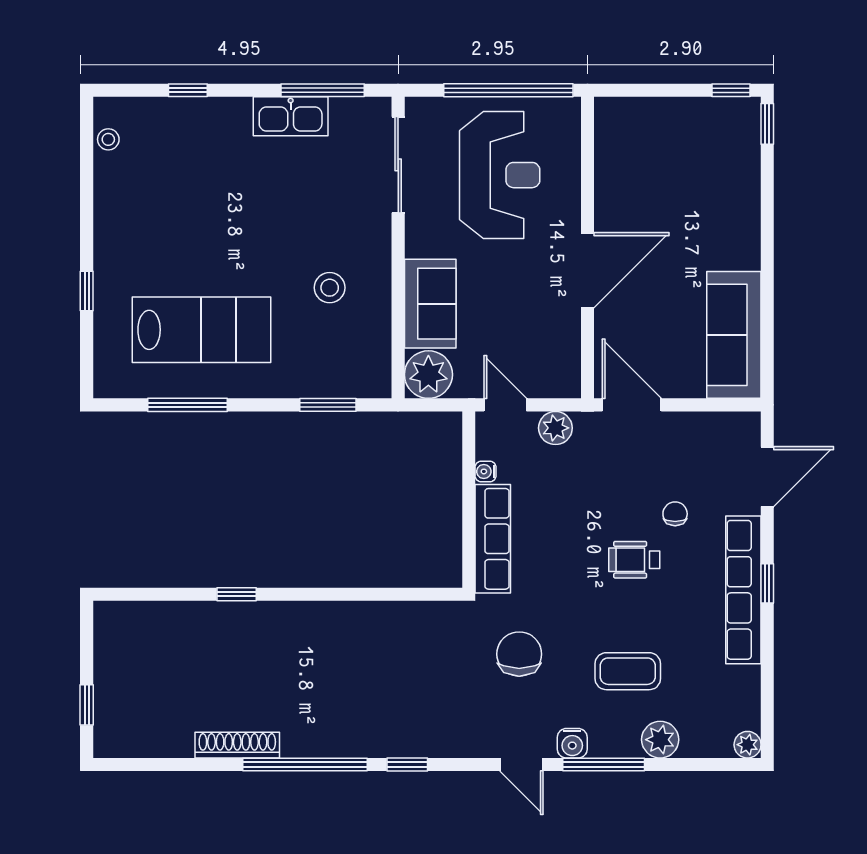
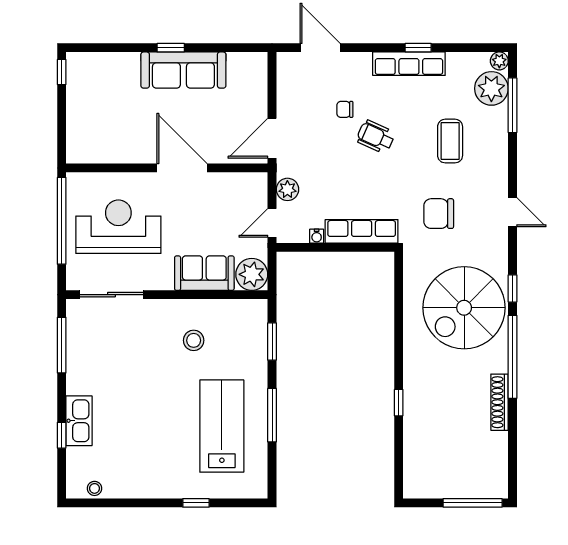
kitchen sink: (291, 116) -> (79, 421), moved
window: (767, 124) -> (171, 48), moved
sofa: (734, 335) -> (183, 70), moved
window: (187, 405) -> (272, 415), moved
wheelchair: (634, 560) -> (376, 137), turned 114
window: (767, 583) -> (418, 48), moved
row of seats: (743, 590) -> (409, 64), width x0.73
spiral stairs: (378, 692) -> (464, 308), added
window: (87, 705) -> (473, 503), width x2.17
plant: (660, 740) -> (491, 88), moved, width x1.36, depth x1.36
water cooler: (572, 743) -> (498, 178), removed
door: (521, 764) -> (513, 212), hinge flipped
window: (604, 764) -> (513, 105), moved

